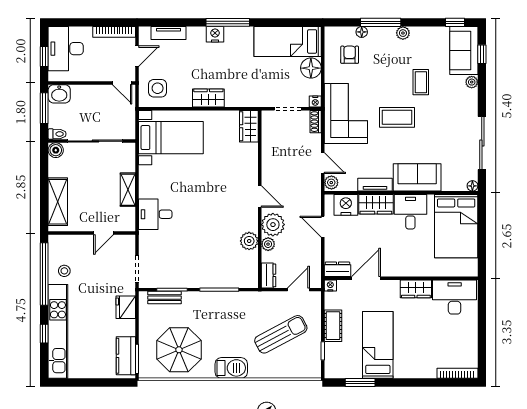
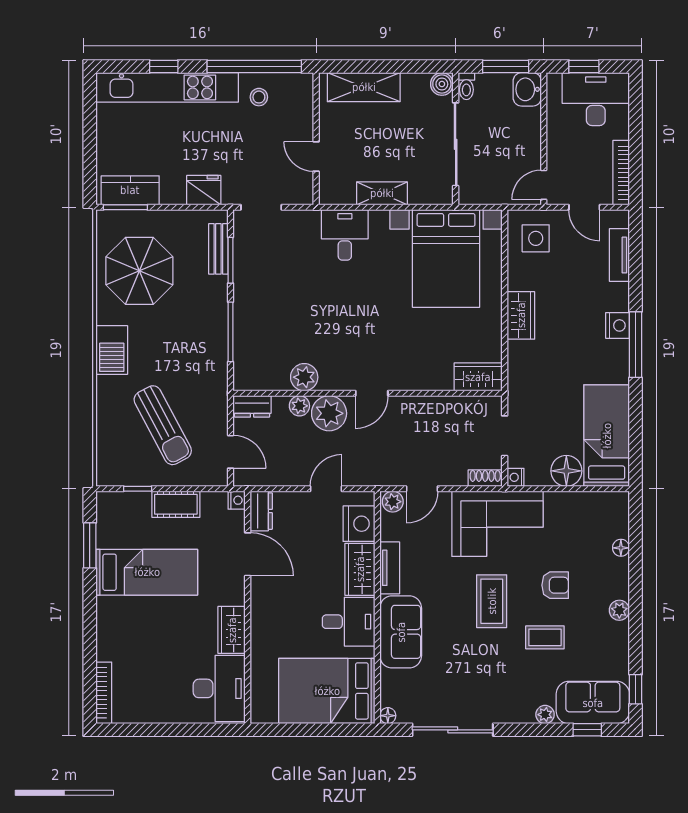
window: (381, 22) -> (636, 576), removed
armchair: (350, 55) -> (555, 585), moved
bed with nightstands: (171, 138) -> (446, 258), width x1.36

